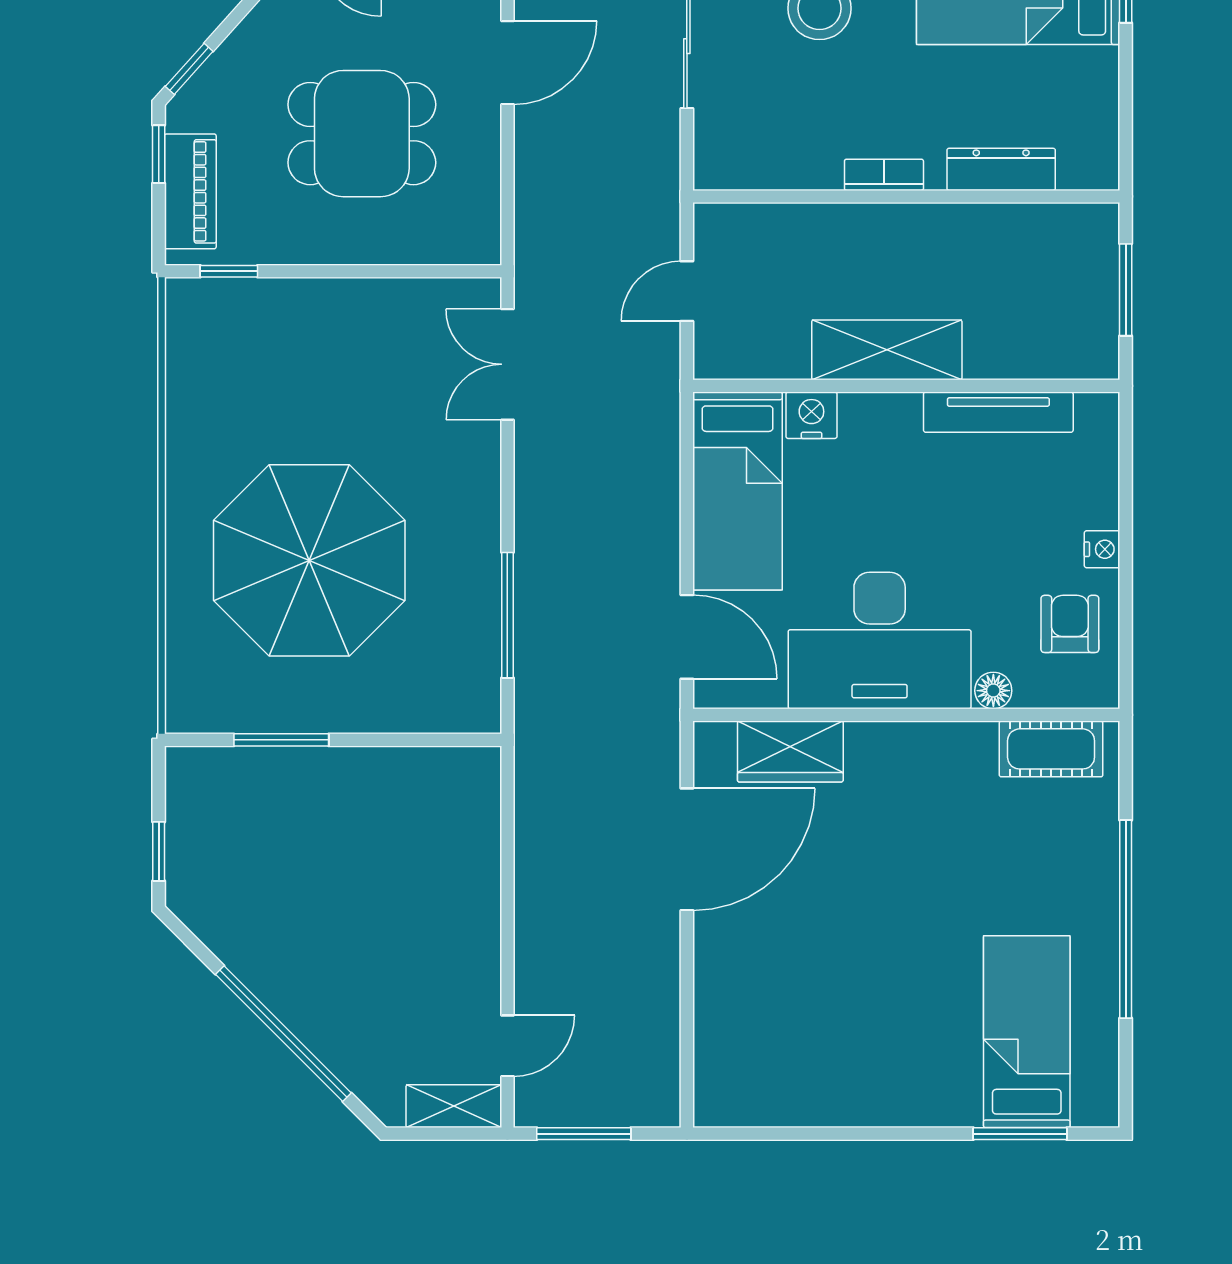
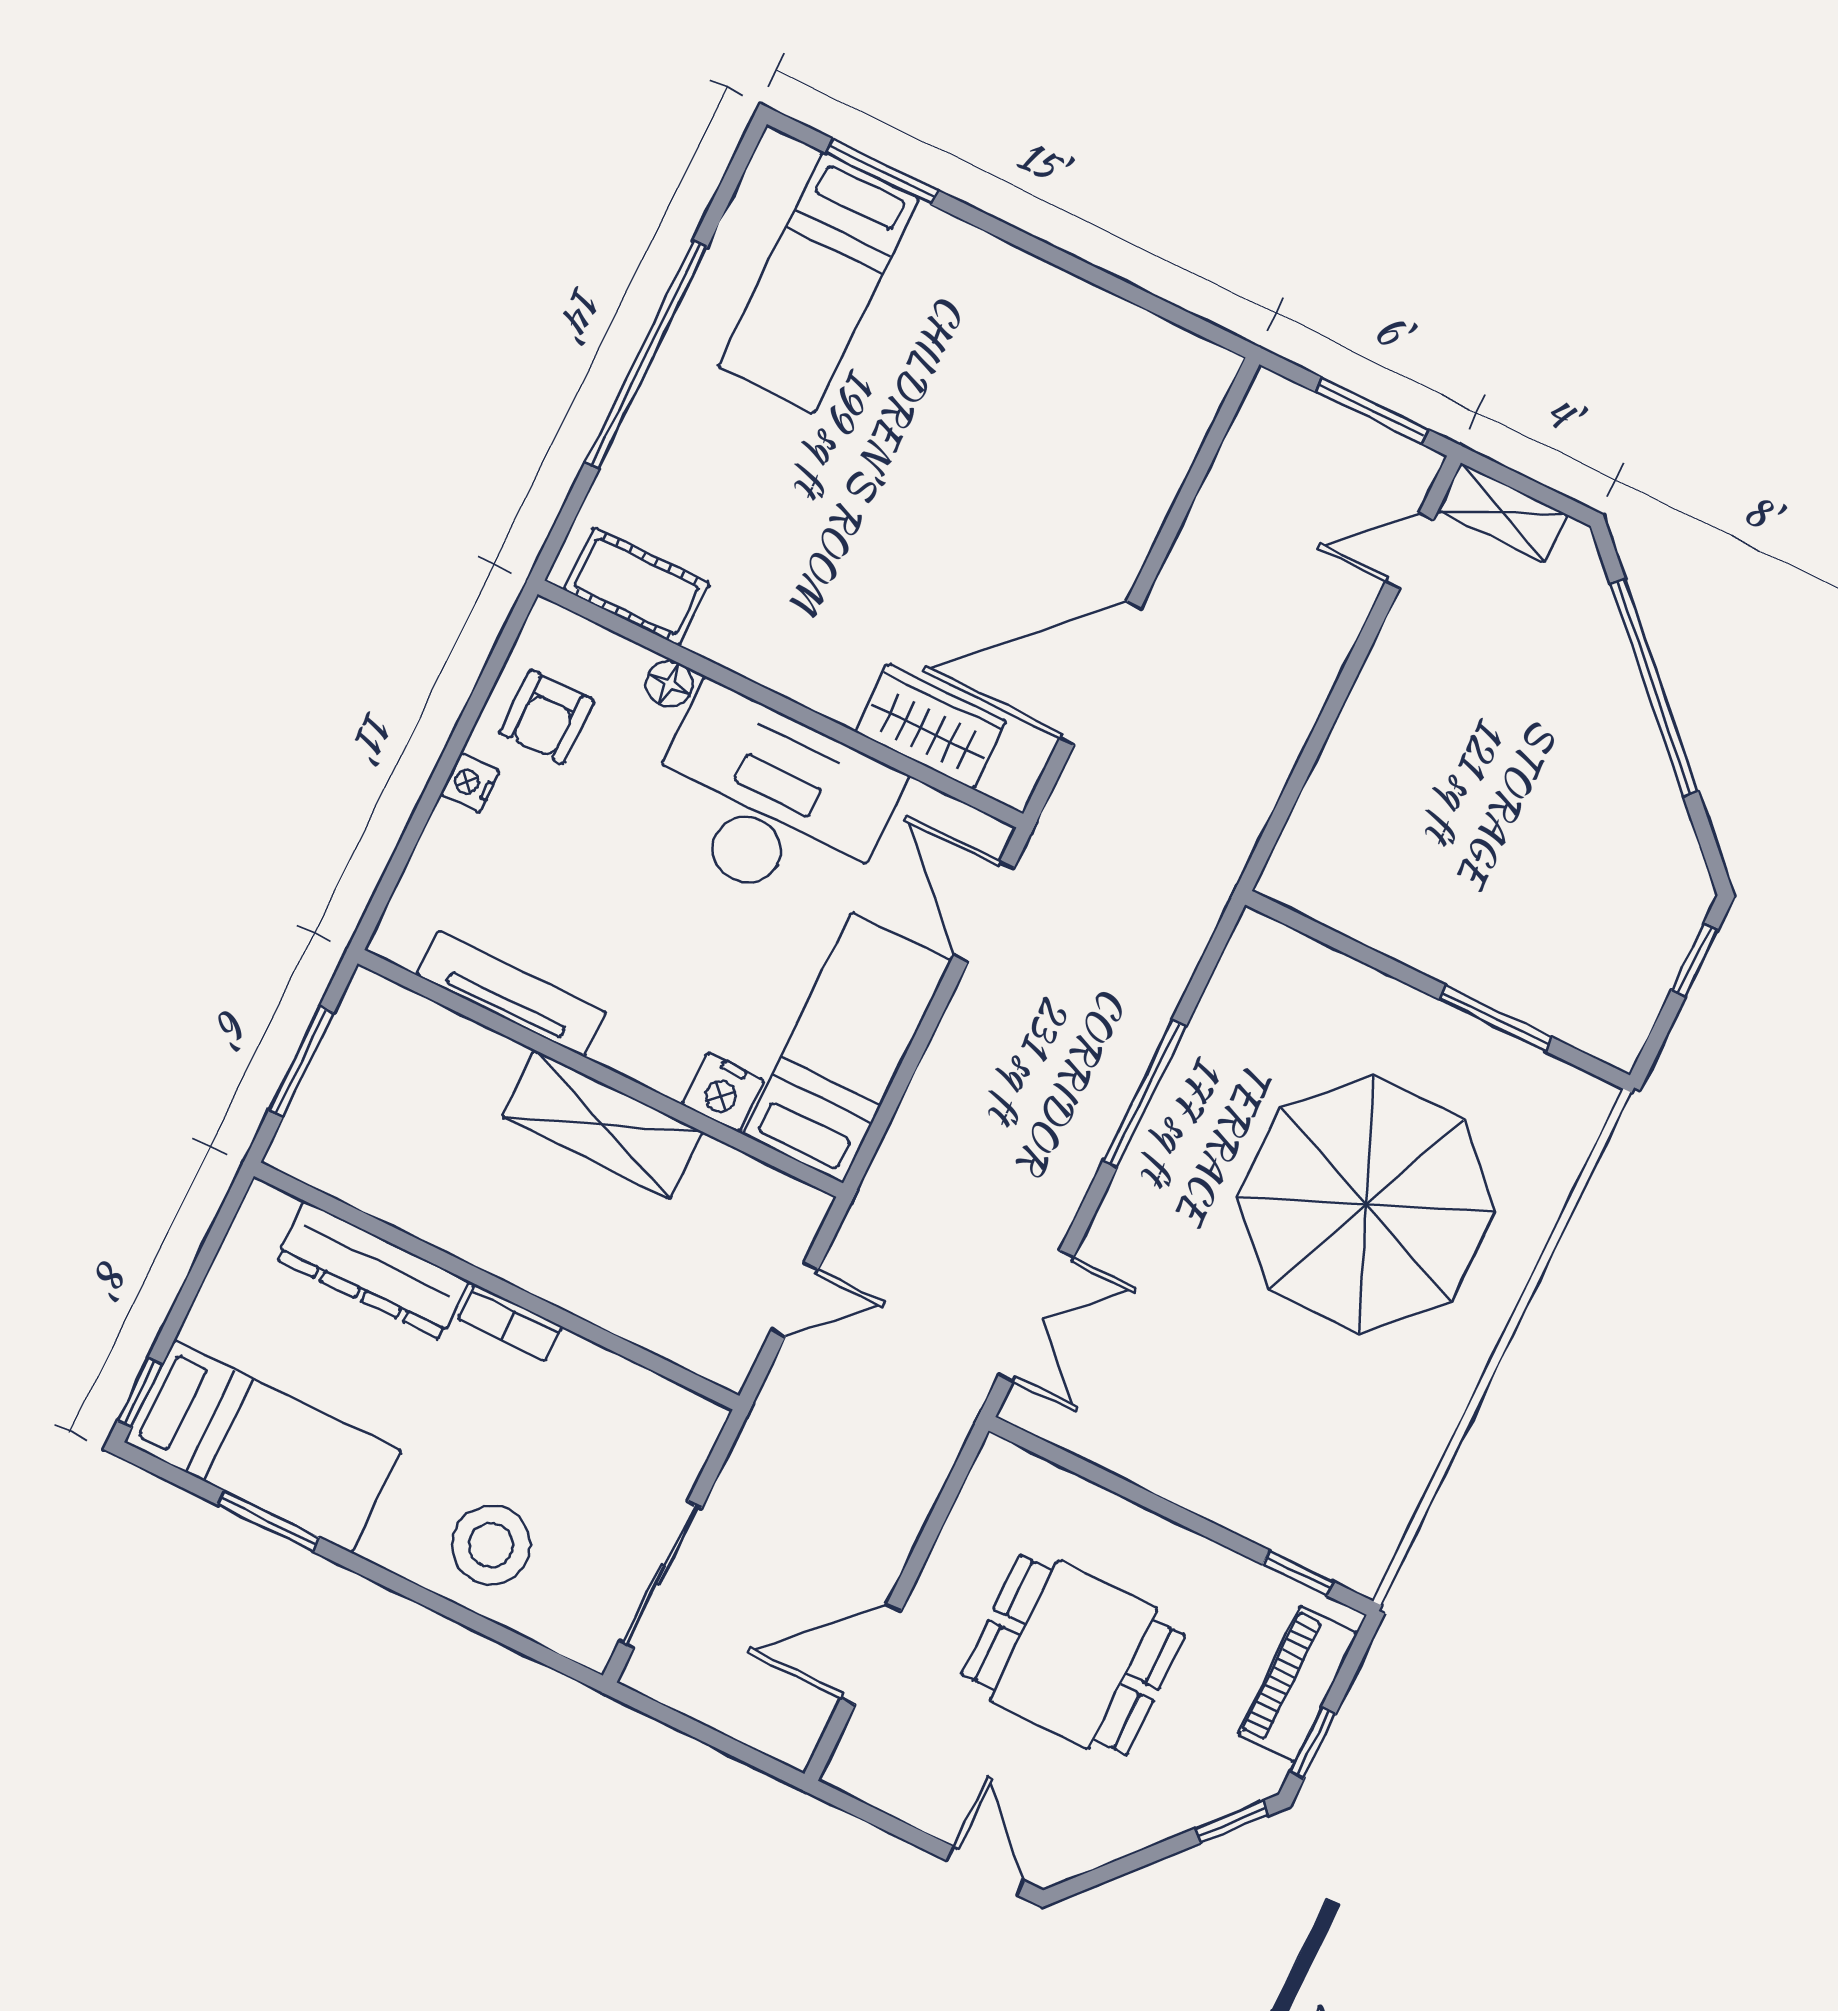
dresser: (1001, 169) -> (372, 1270), width x1.37, depth x1.24
window: (507, 615) -> (1145, 1094), moved

